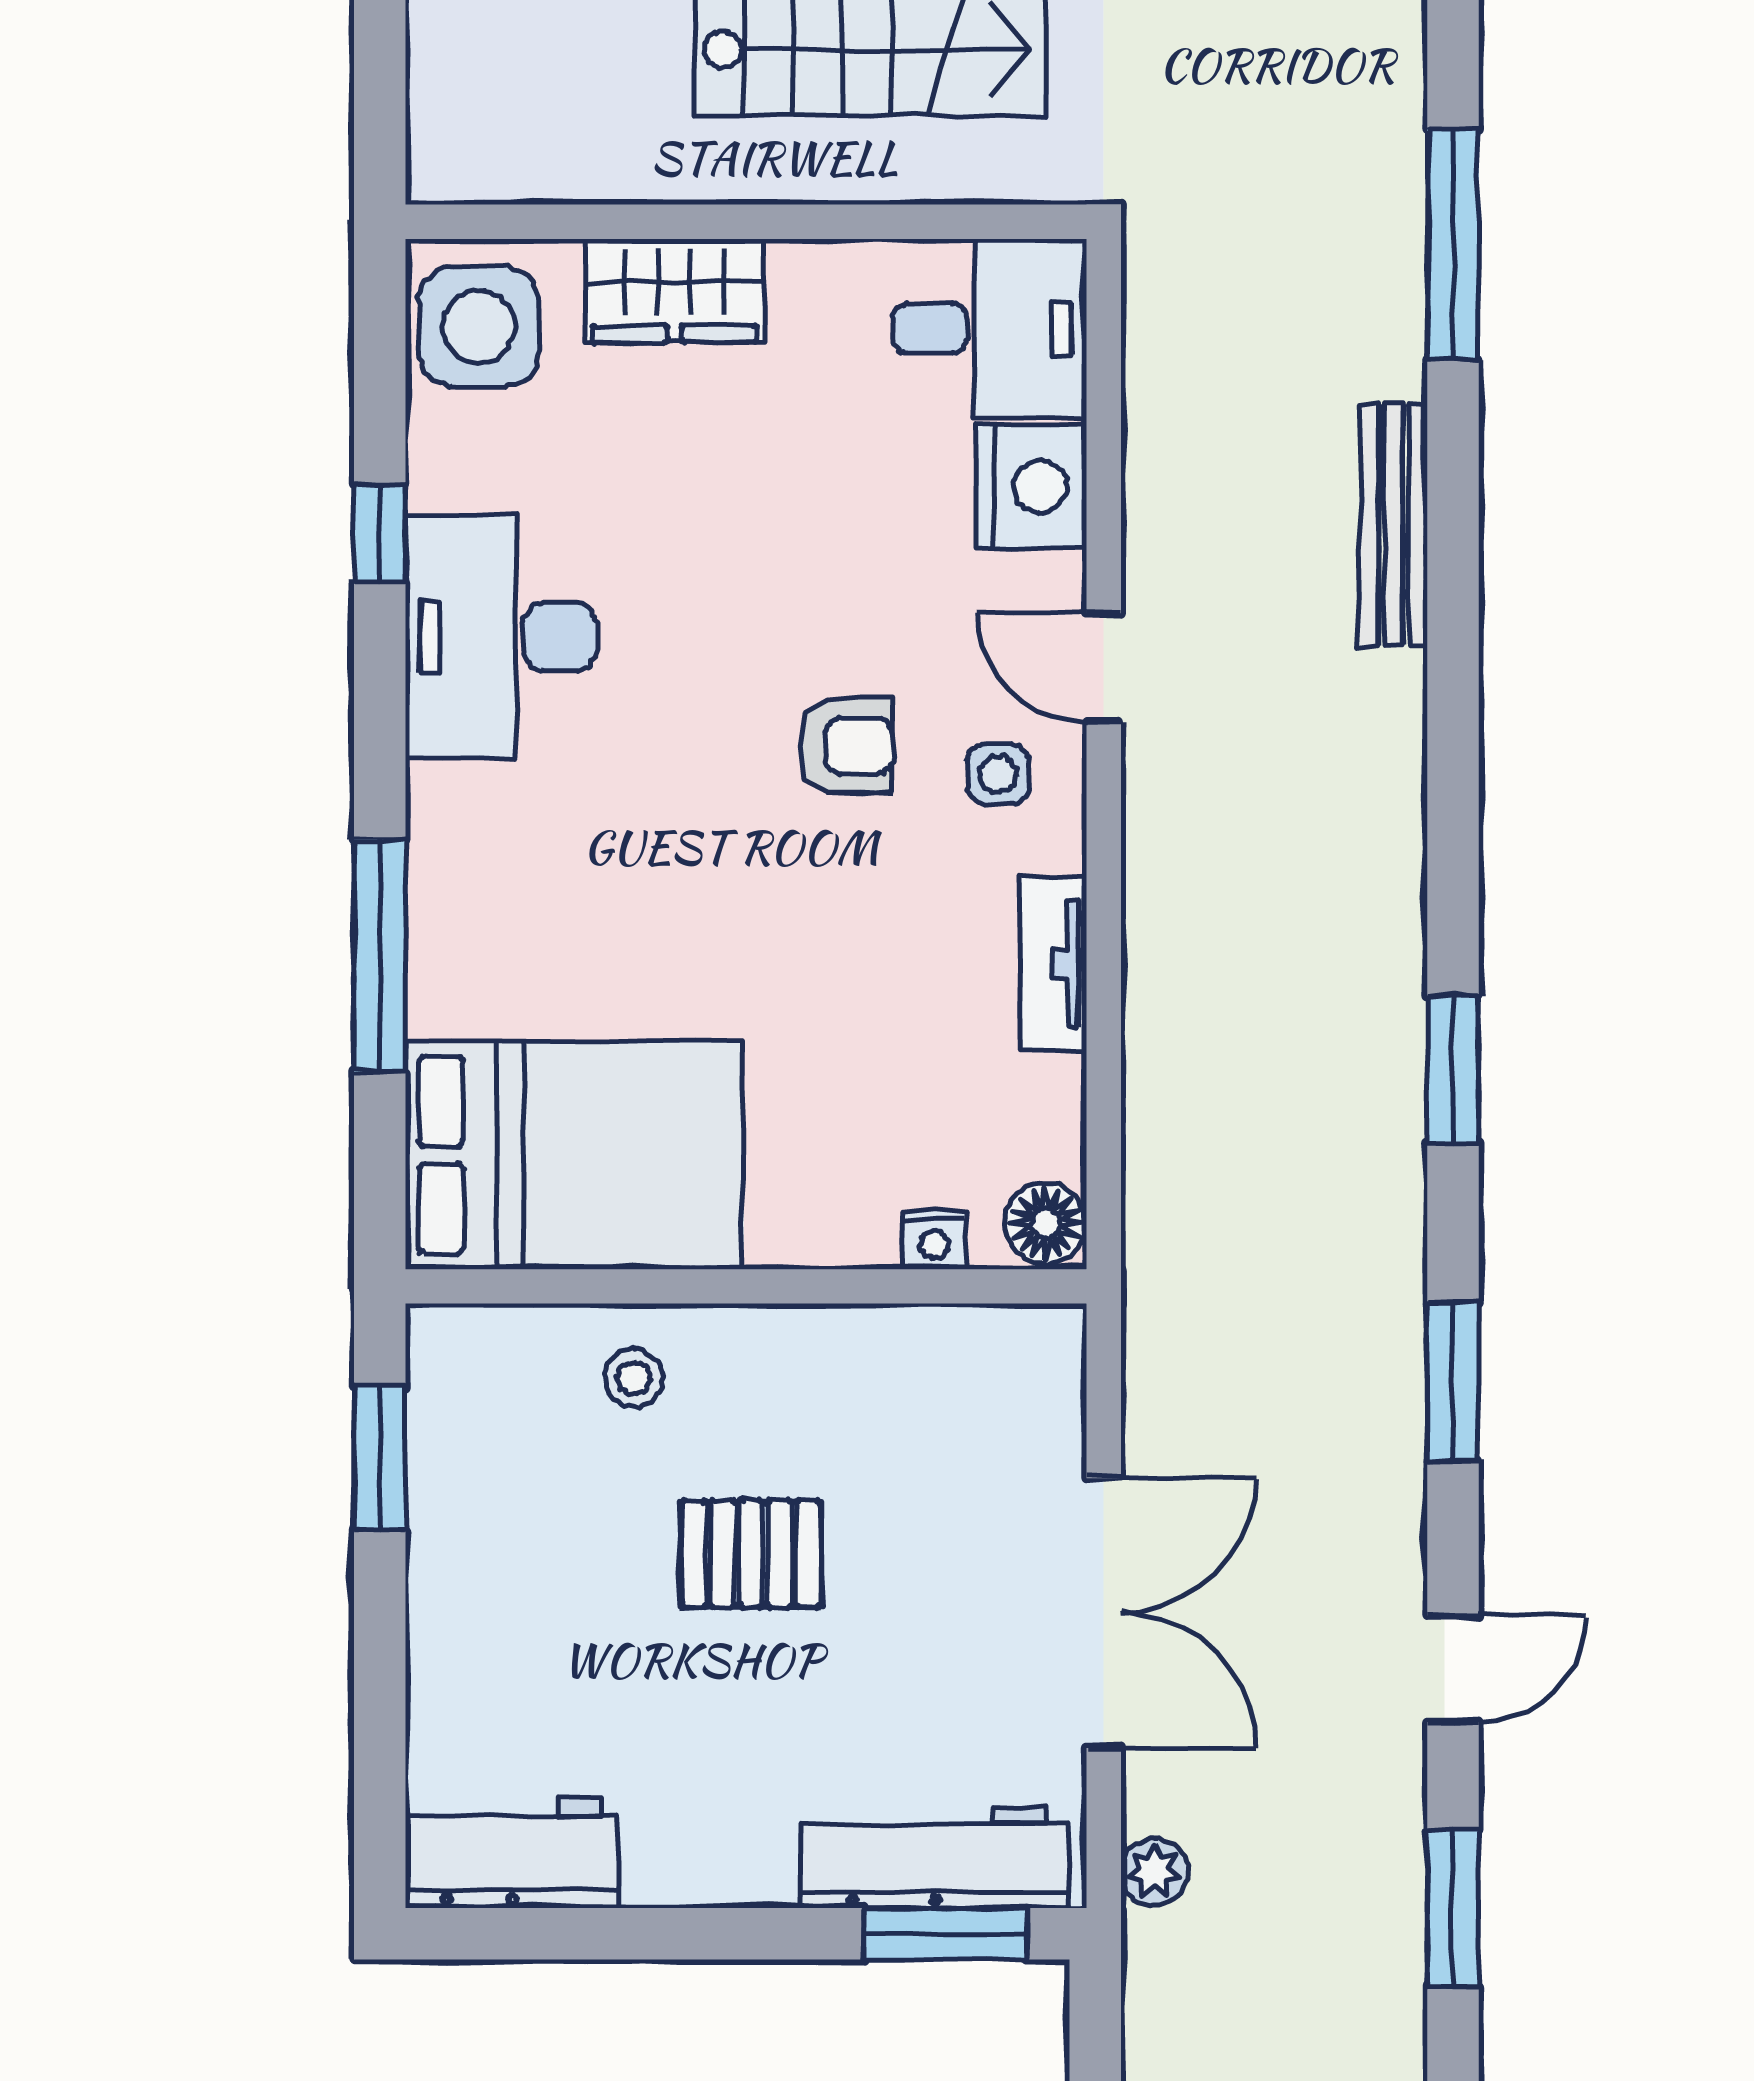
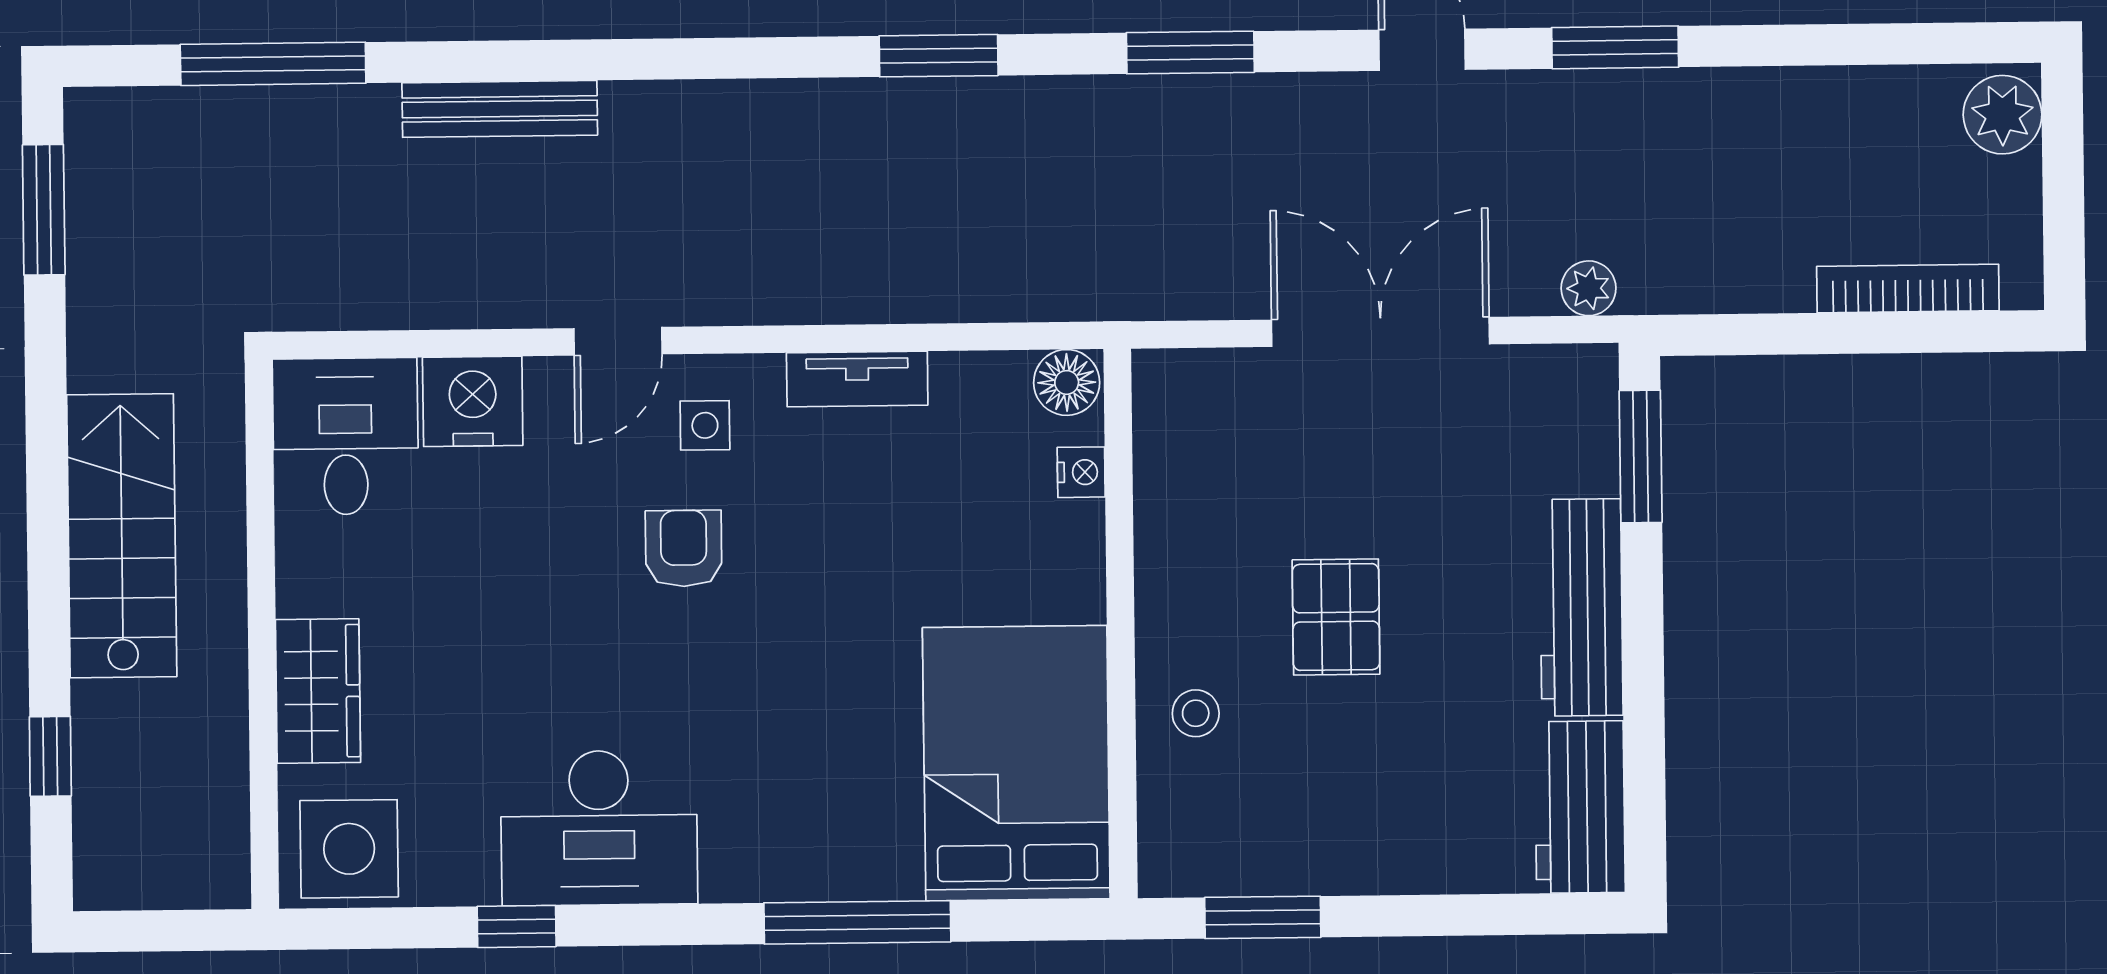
workbench: (934, 1858) -> (1581, 607), moved

